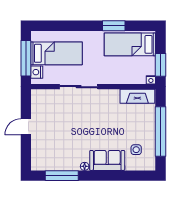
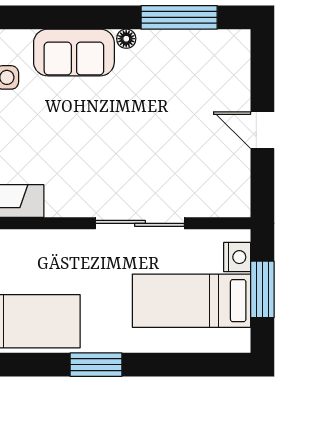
window: (114, 26) -> (96, 365), moved
window: (26, 58) -> (262, 289), width x0.69
door: (26, 127) -> (262, 130), swing flipped

